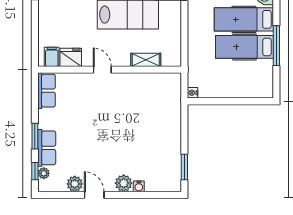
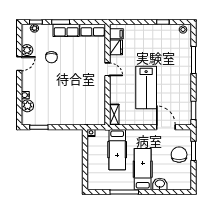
hospital bed: (244, 47) -> (117, 150), moved, turned 180
shelving: (146, 60) -> (114, 115), moved
door: (102, 70) -> (107, 69), hinge flipped
row of seats: (47, 148) -> (66, 30), moved
chair: (85, 149) -> (51, 57), added
plant: (124, 183) -> (27, 106), moved

